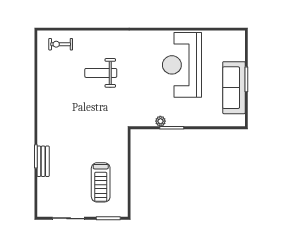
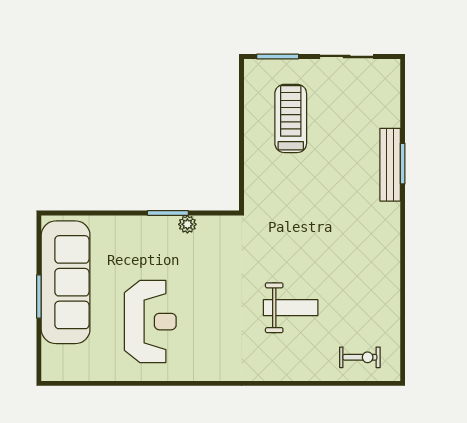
reception desk: (182, 65) -> (150, 322), width x0.74, depth x0.77
sofa: (234, 88) -> (66, 282), width x1.36, depth x1.27
bench: (43, 161) -> (390, 165), width x1.36

